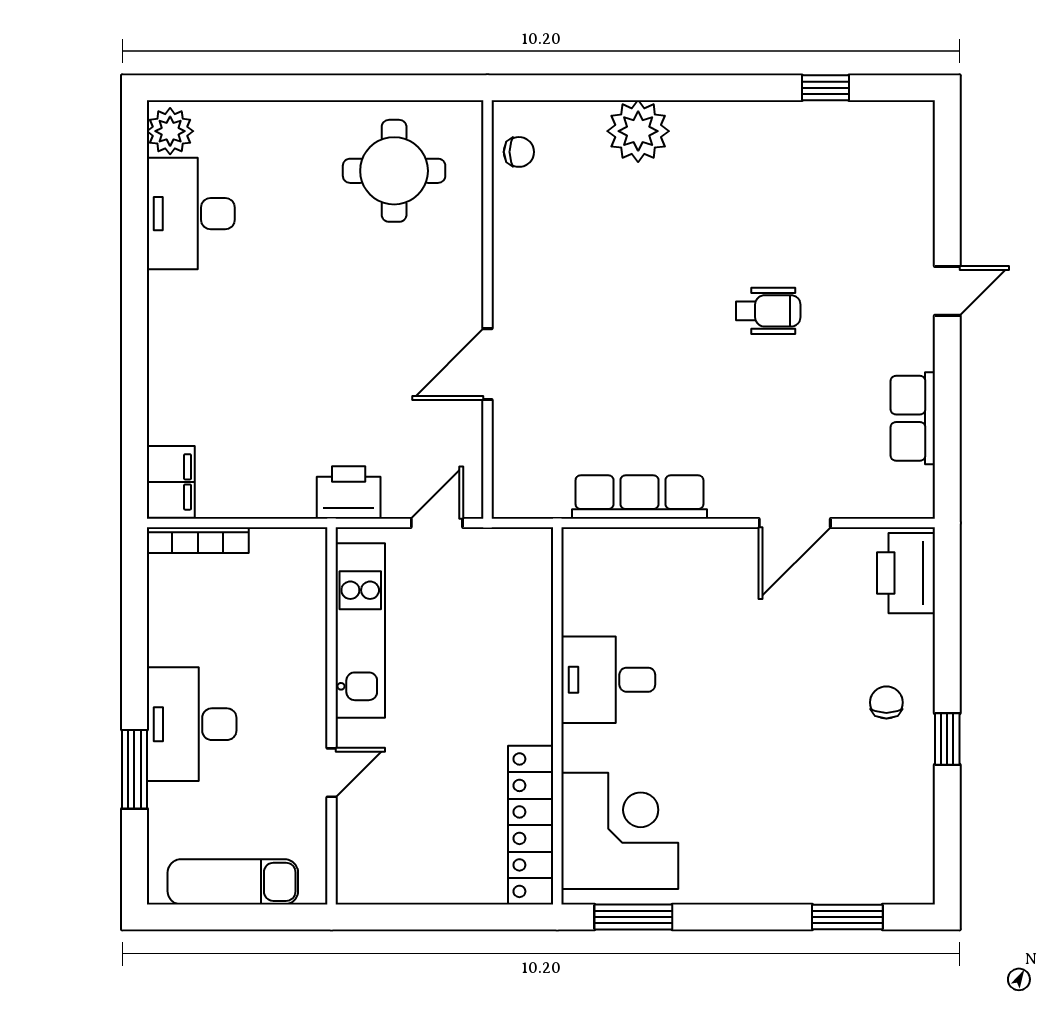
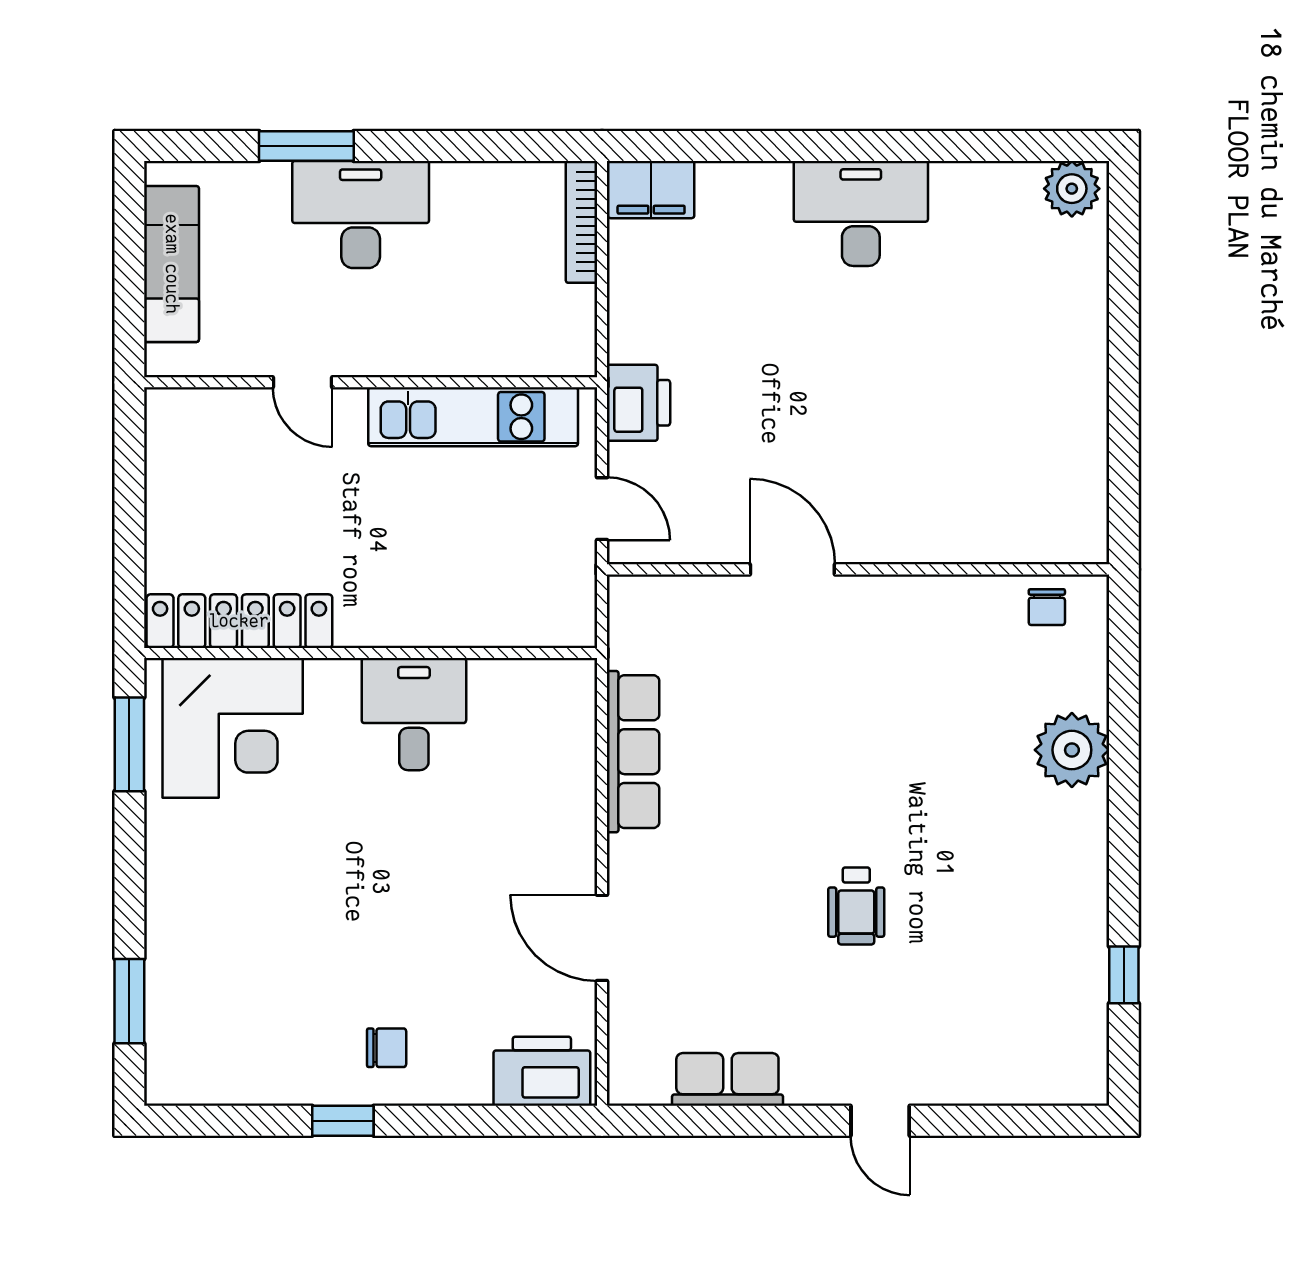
round table: (394, 171) -> (1024, 457), removed
desk: (191, 214) -> (861, 213), moved

